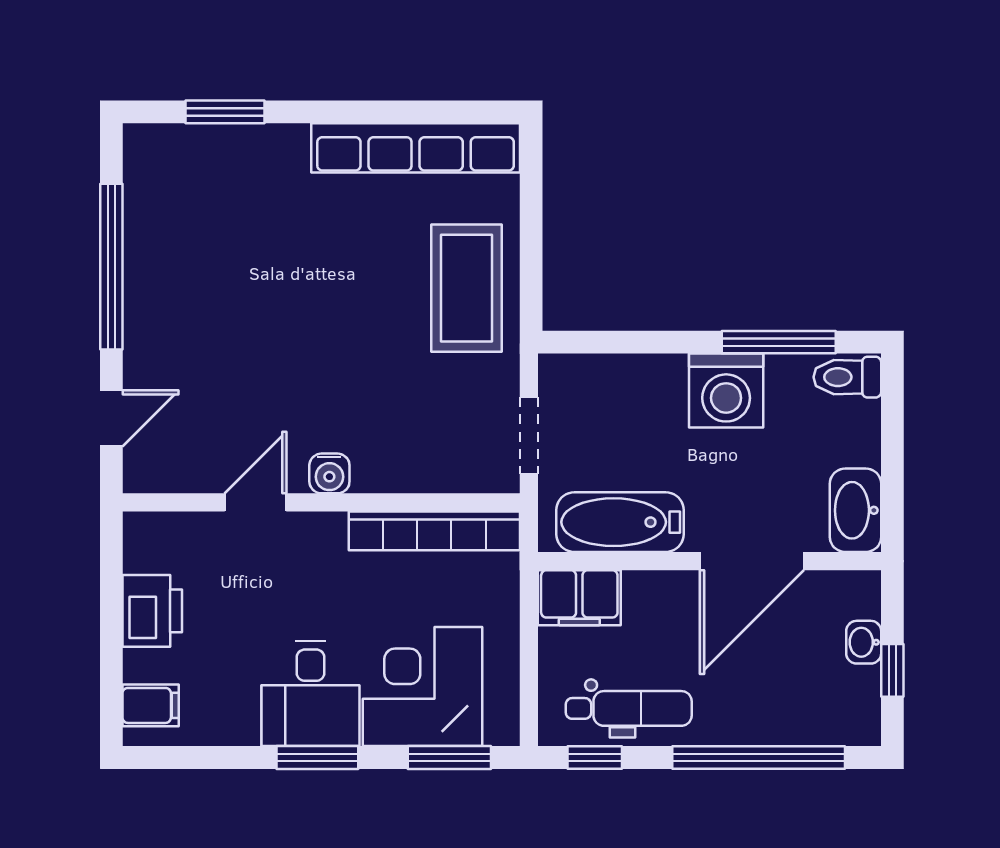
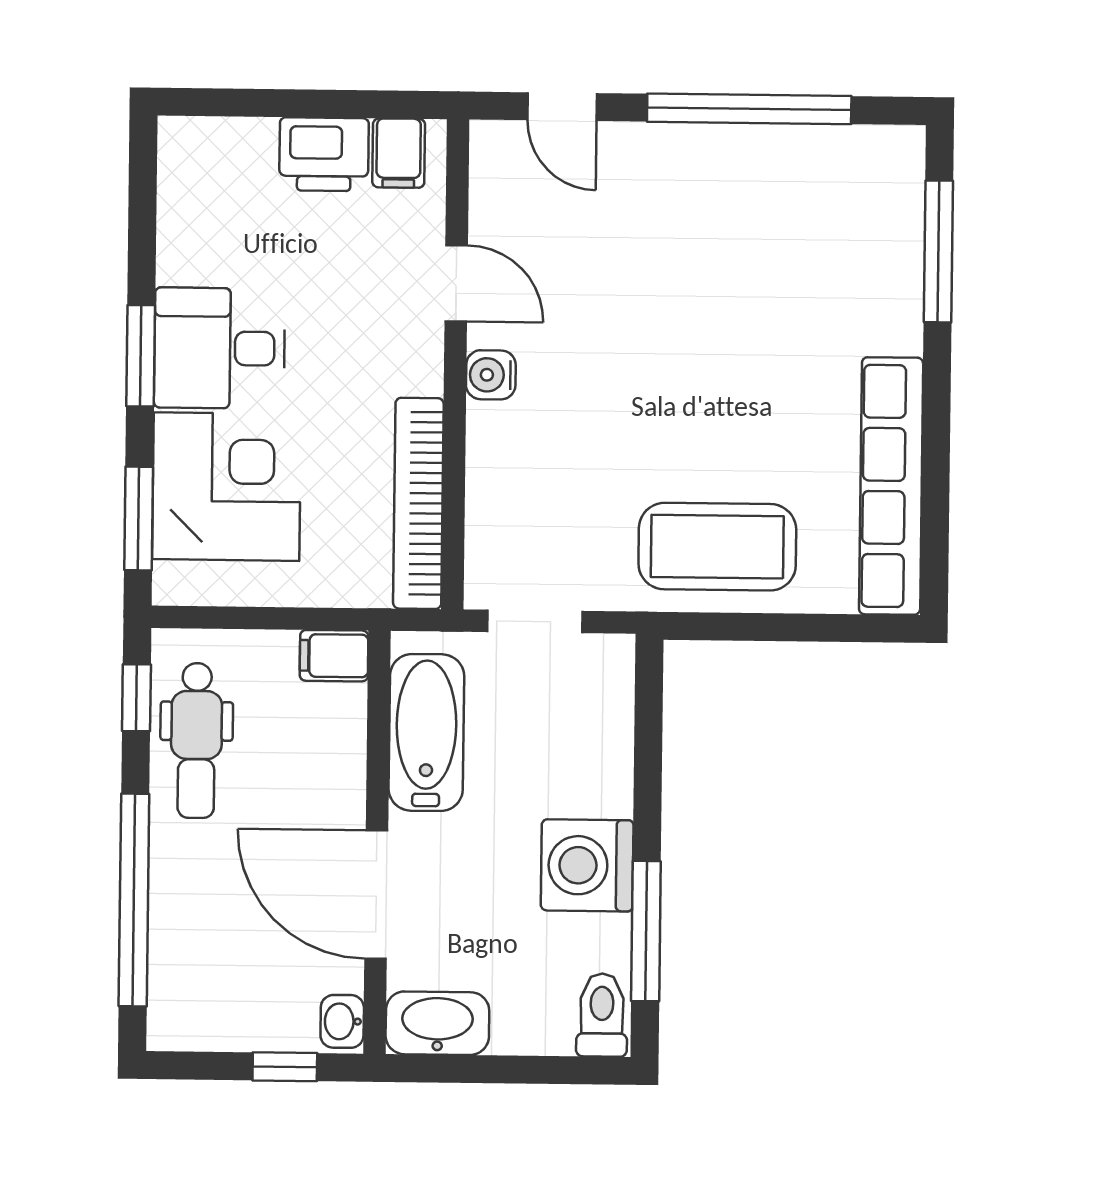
window: (225, 112) -> (938, 251), width x1.44
filing cabinet: (579, 598) -> (334, 656), width x0.50
washbasin: (864, 642) -> (342, 1021), moved, turned -90
window: (892, 670) -> (285, 1067), moved
filing cabinet: (151, 705) -> (399, 153), moved

